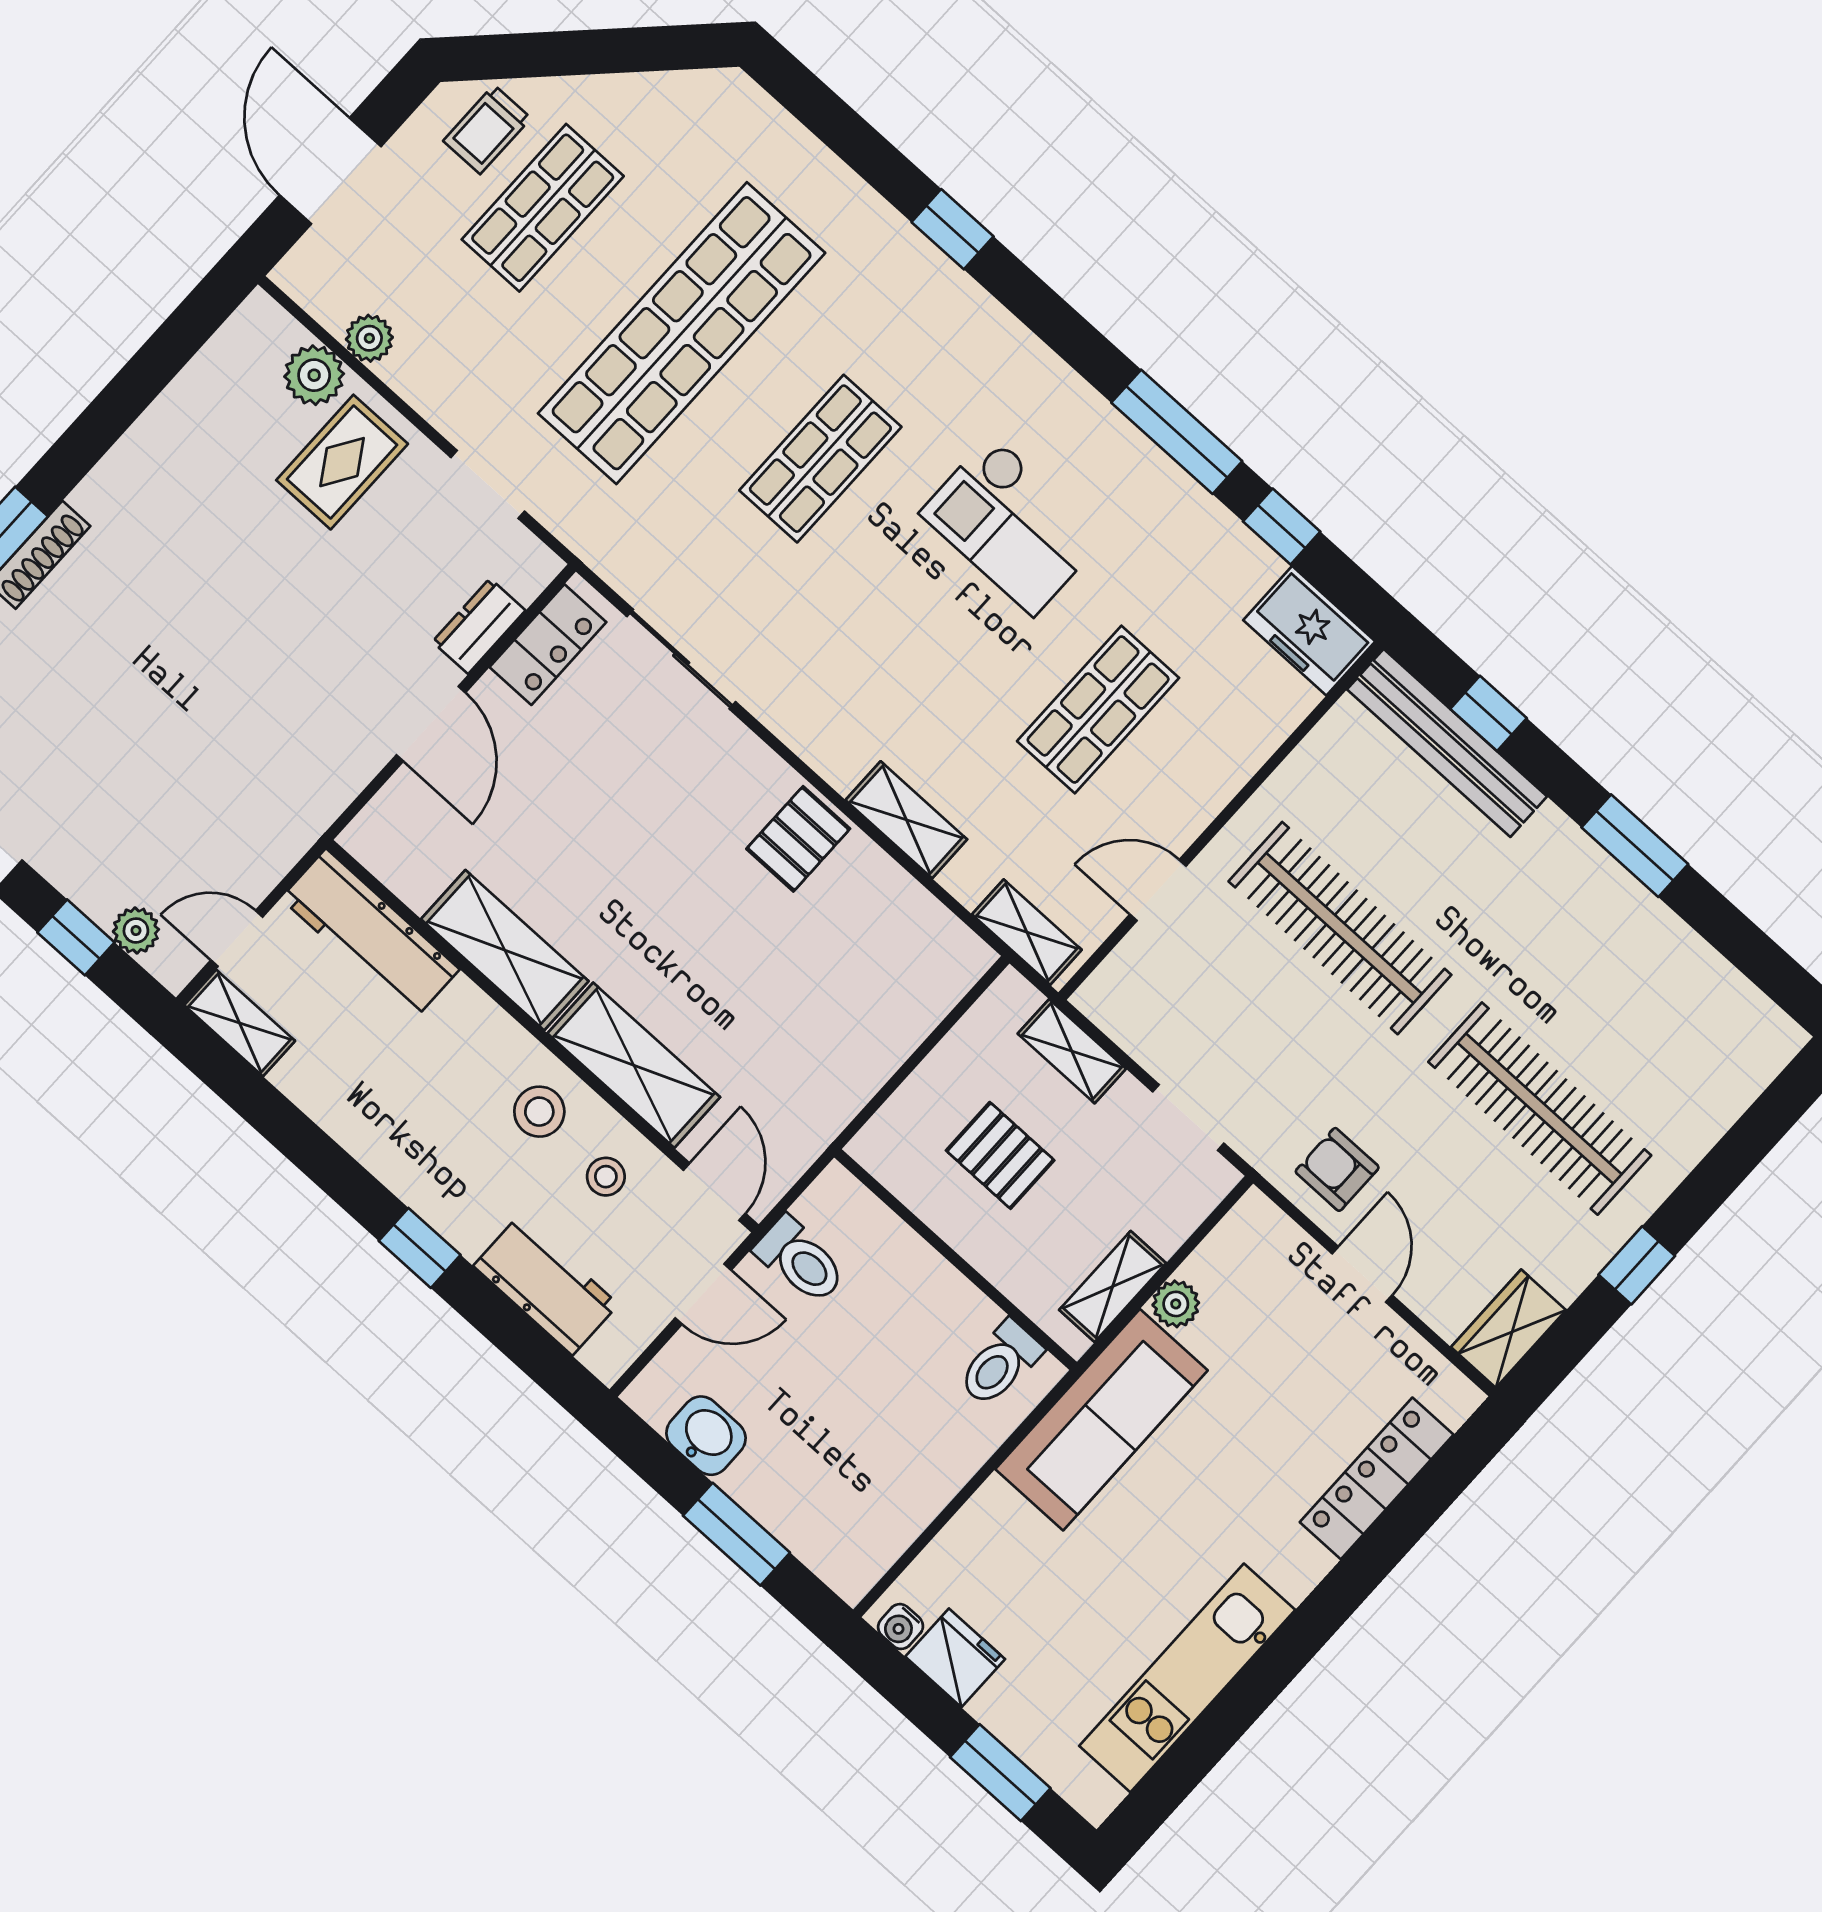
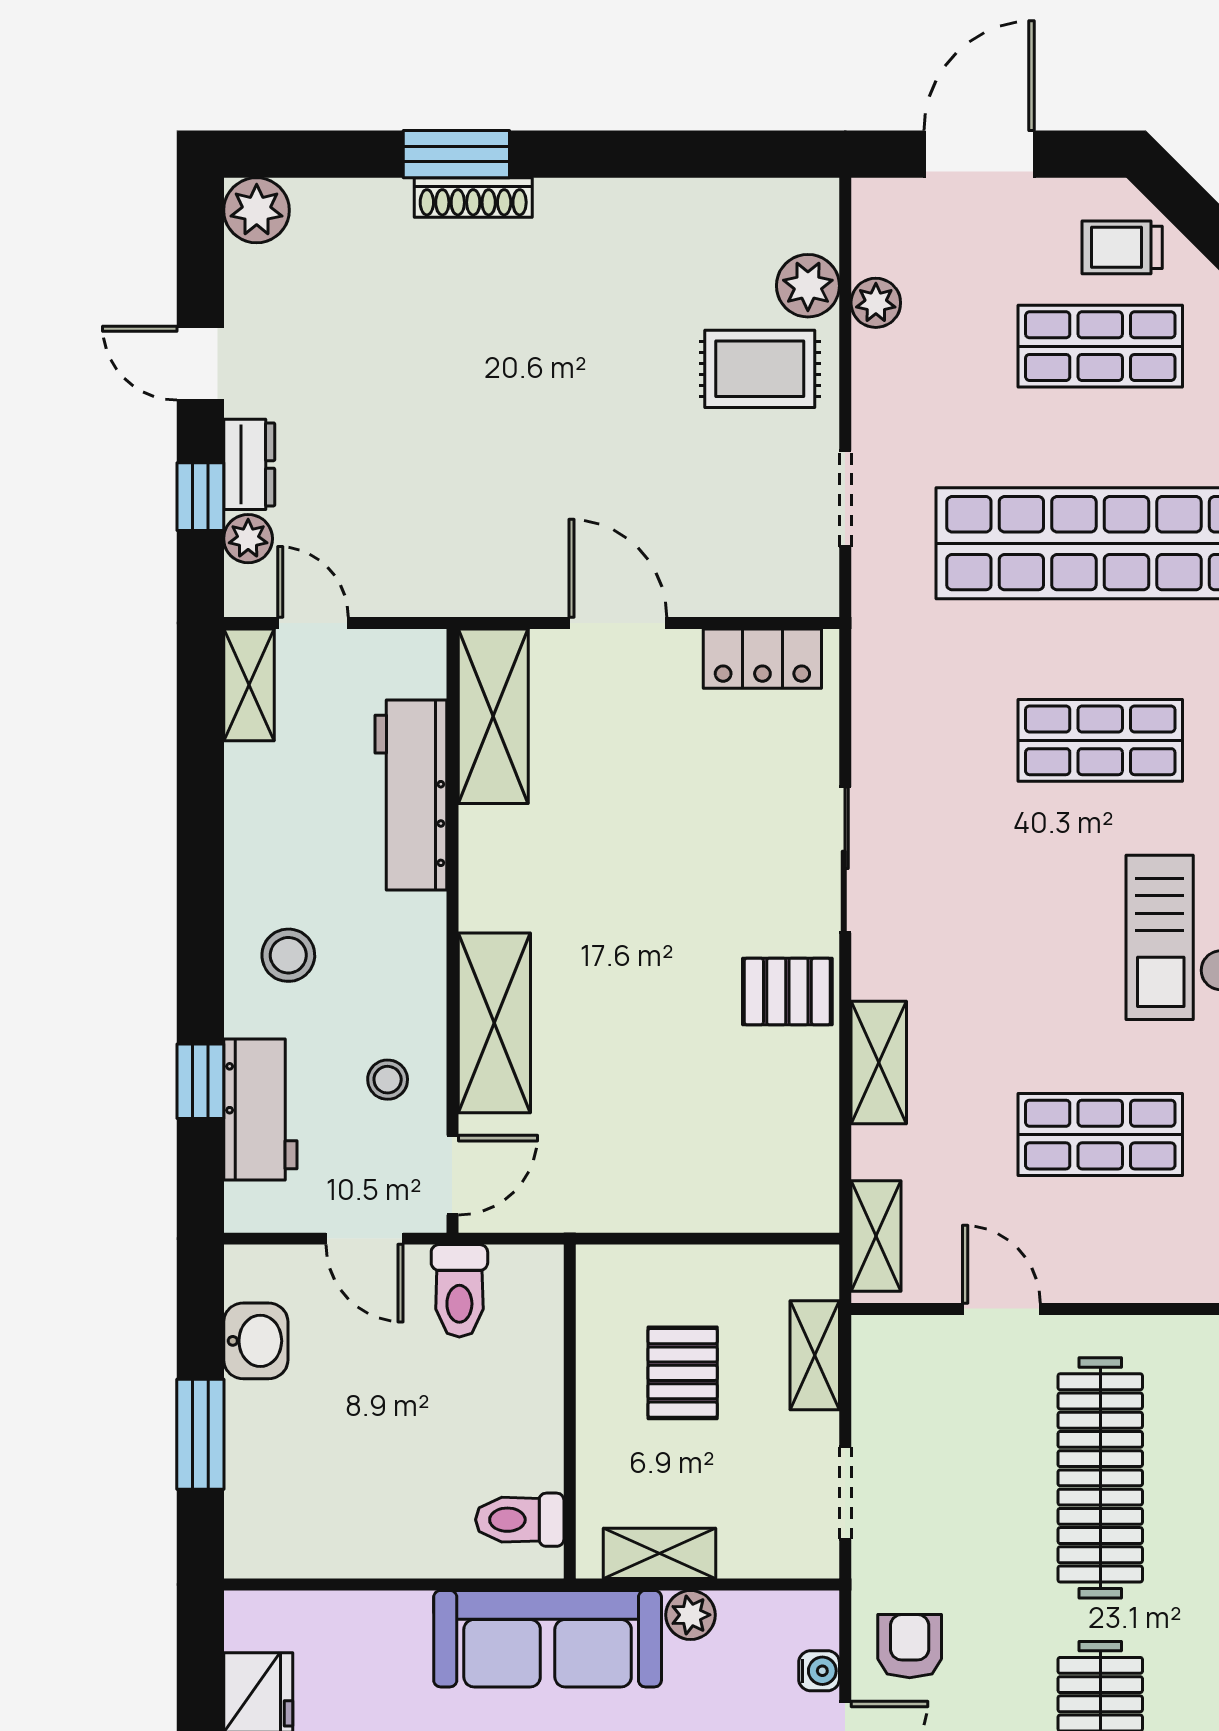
dresser: (479, 626) -> (249, 464), moved, turned 90
sliding door: (681, 659) -> (845, 860), moved
door: (431, 724) -> (618, 623), swing flipped
workbench: (370, 934) -> (411, 795), moved
shelving: (505, 950) -> (493, 716), moved
stool: (539, 1112) -> (288, 955), moved
window: (420, 1248) -> (200, 1081), moved
water cooler: (901, 1627) -> (819, 1671), moved, turned 180

